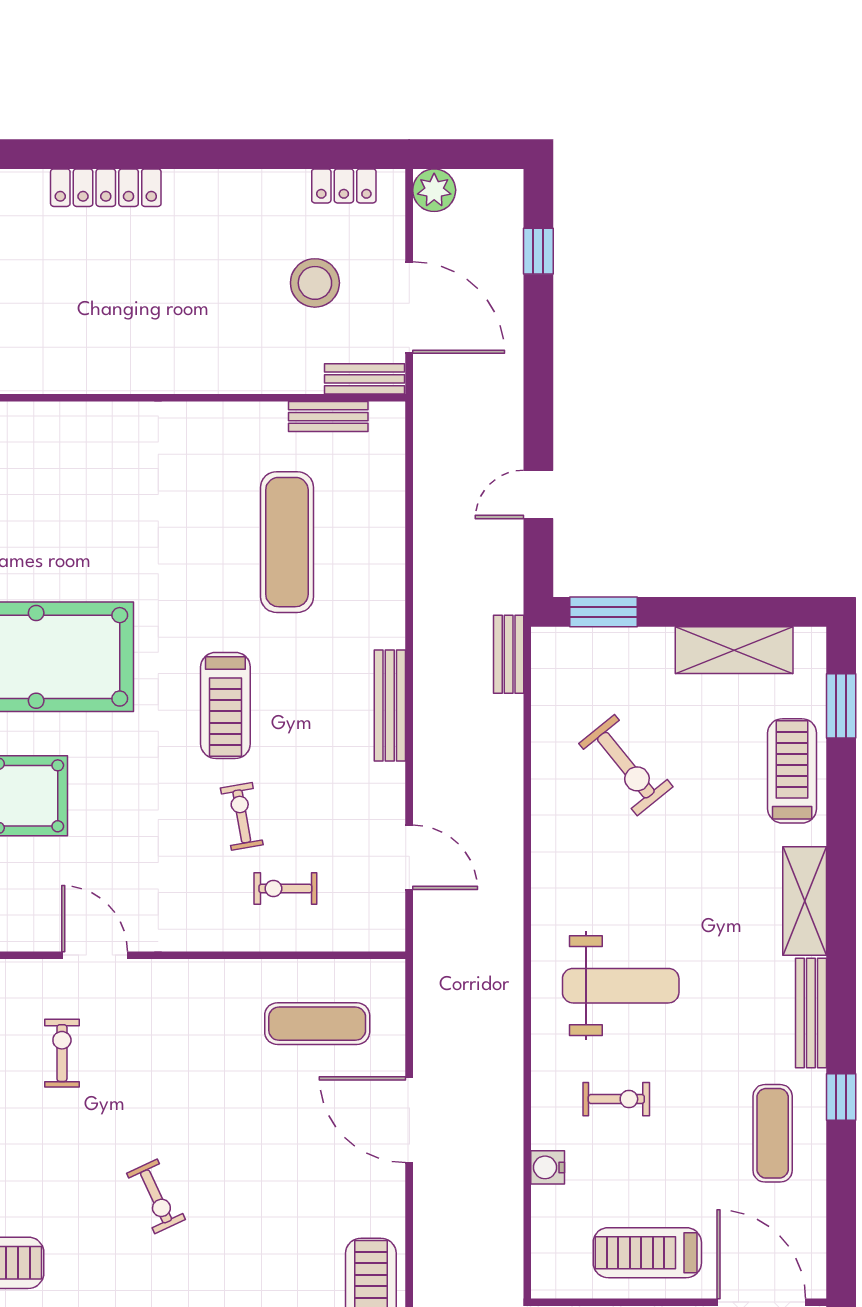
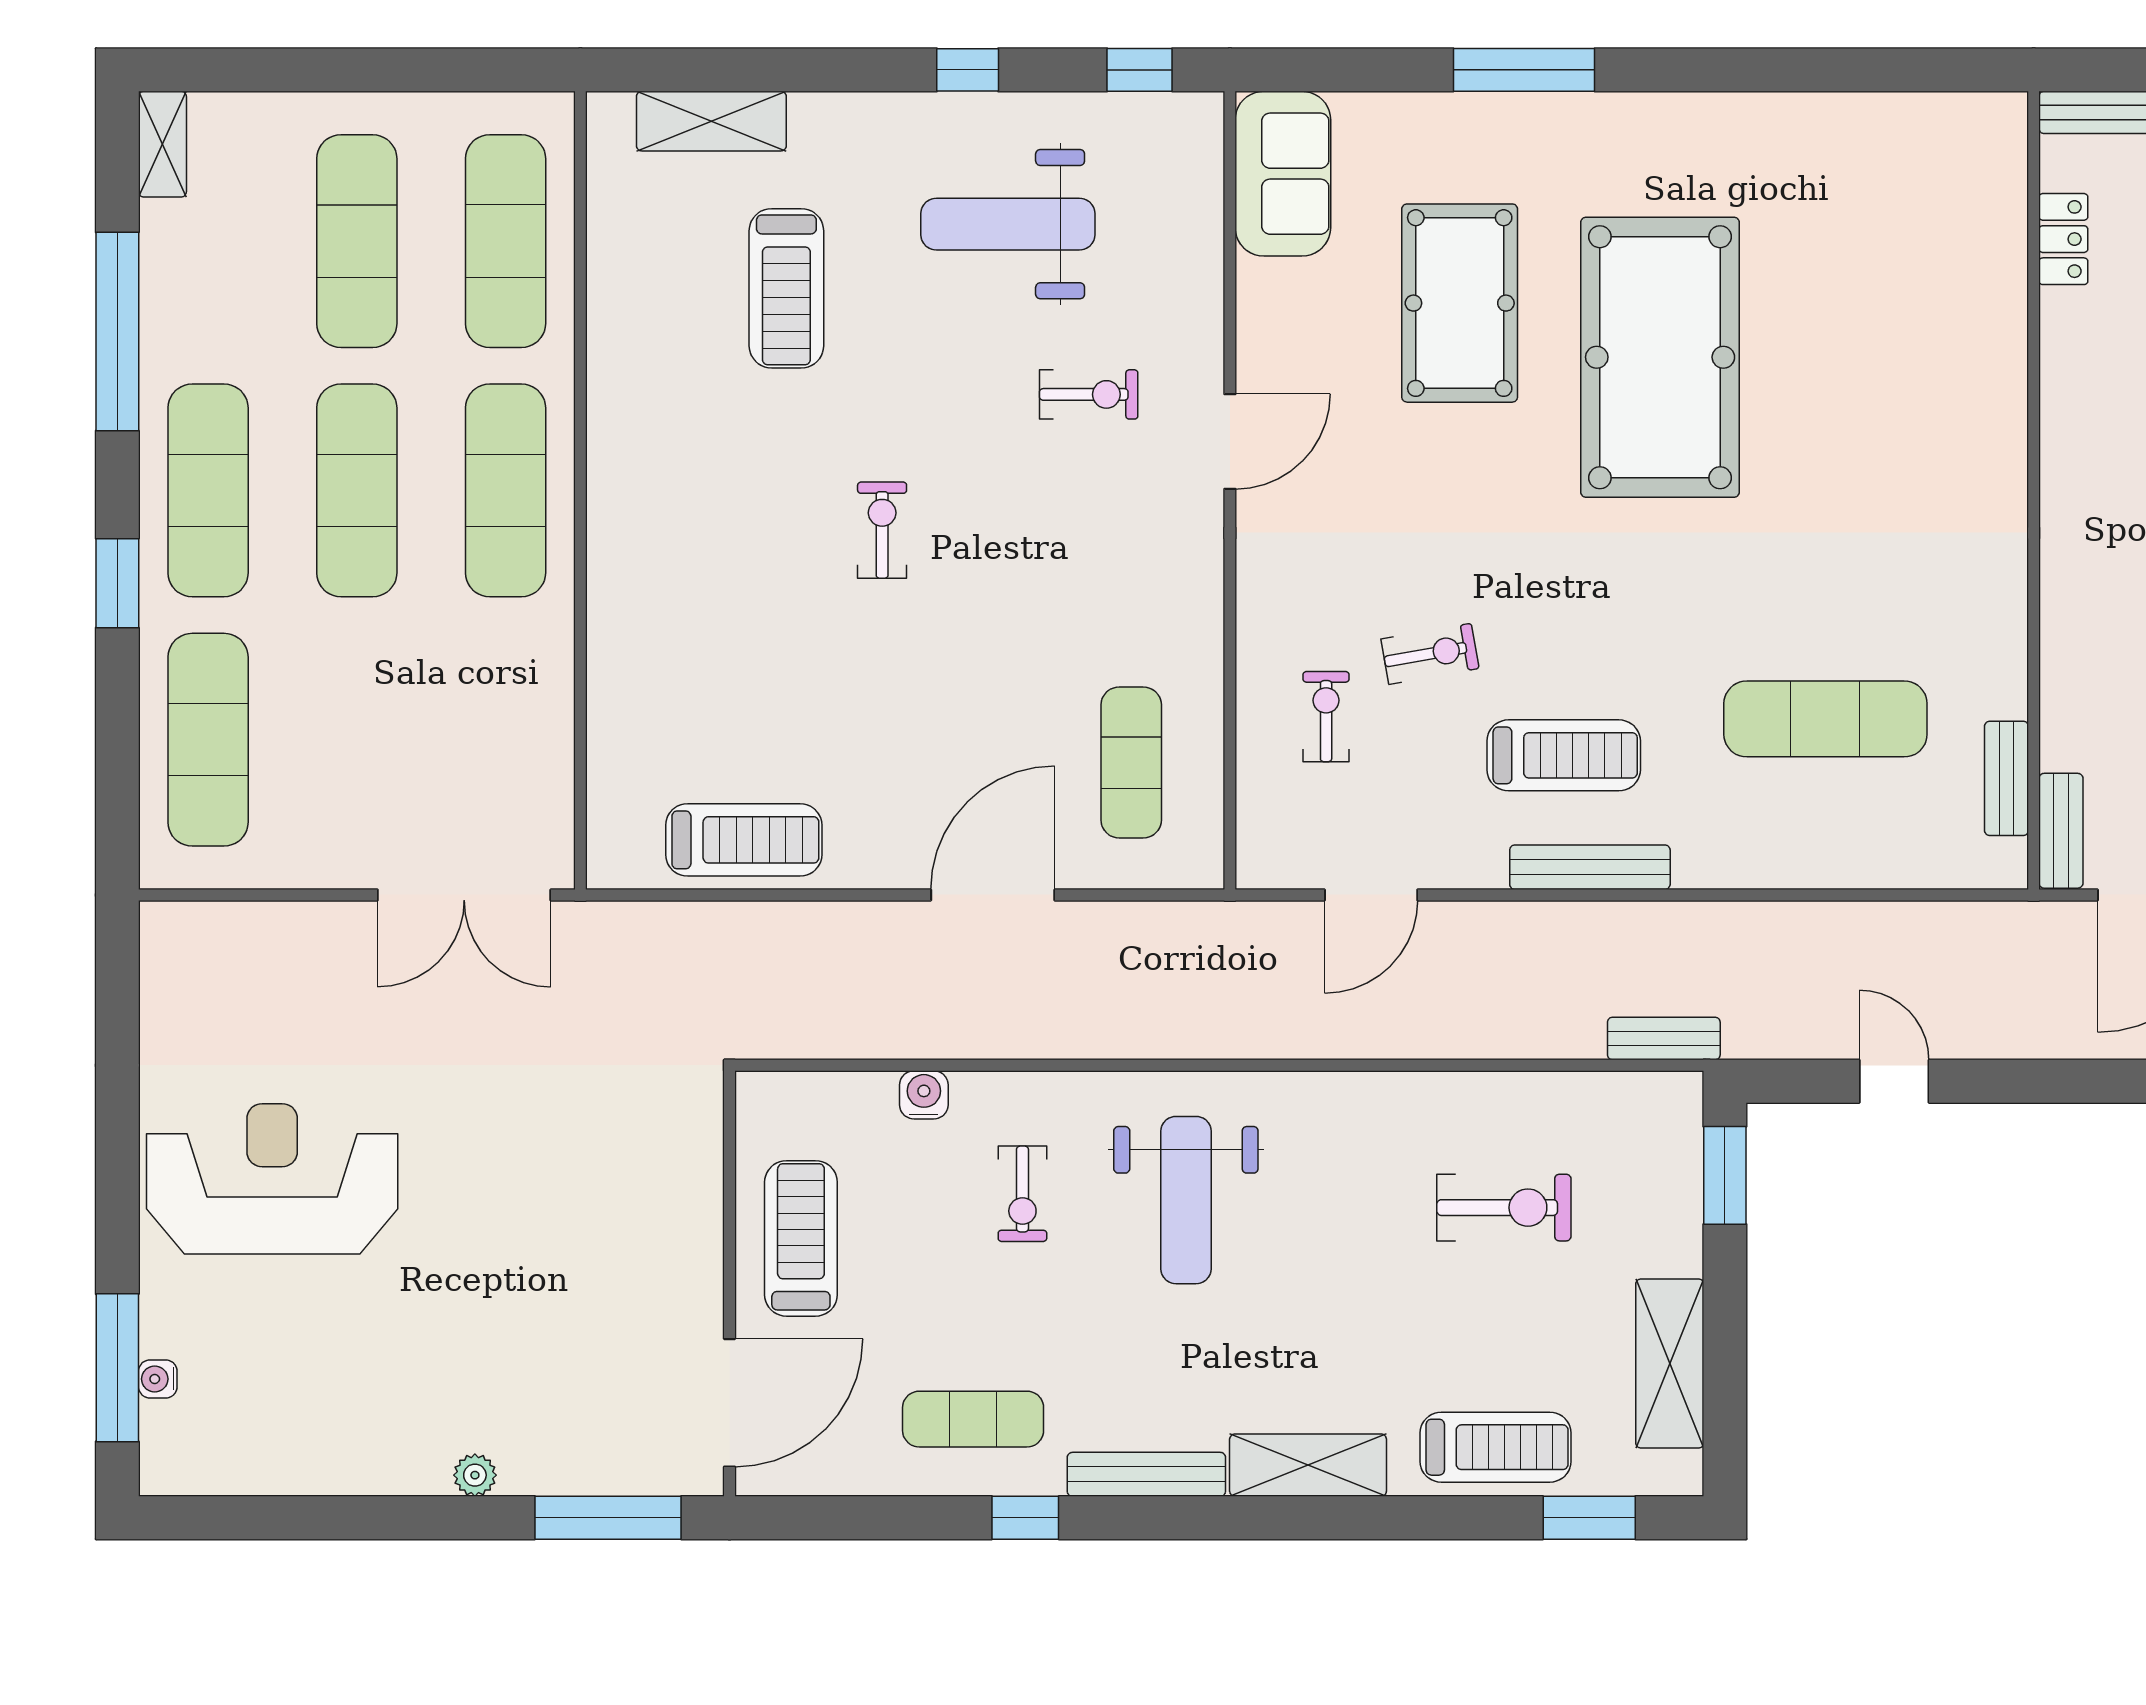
treadmill: (225, 705) -> (1564, 755), moved, turned 180
exercise bike: (626, 765) -> (1504, 1208), turned -141
exercise bike: (156, 1196) -> (882, 530), turned 115

